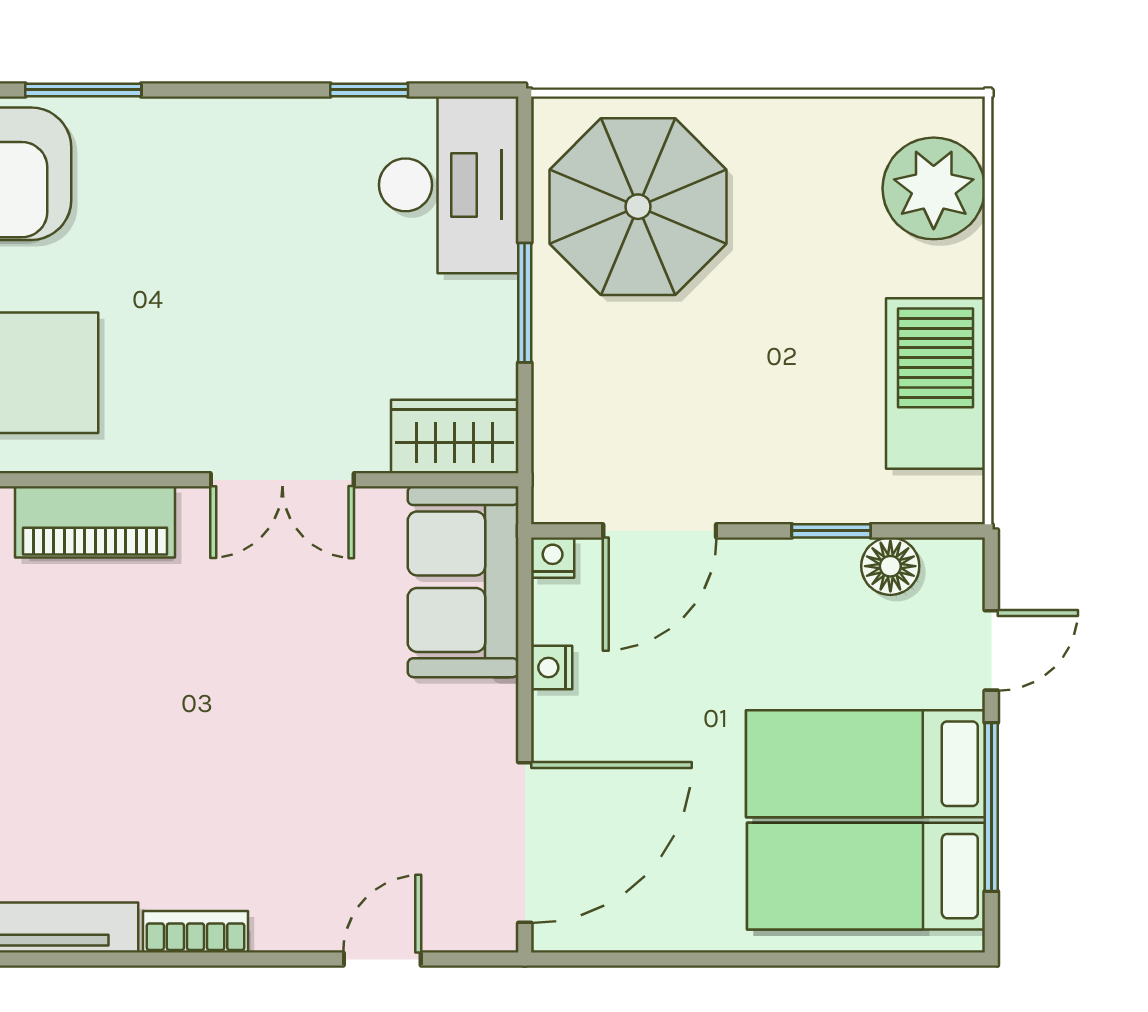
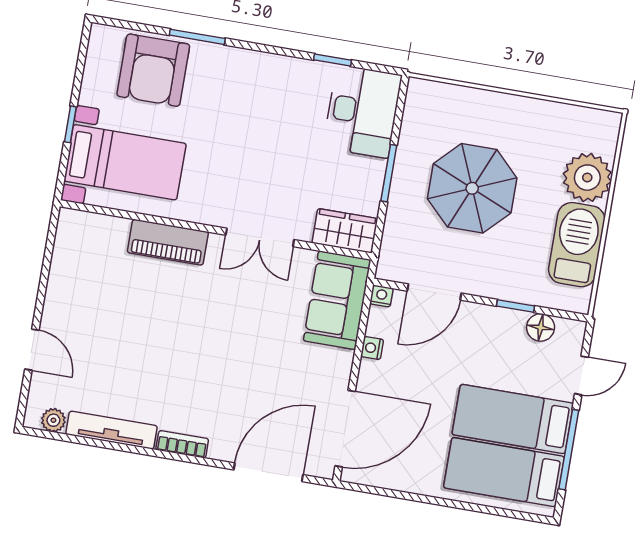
plant: (934, 188) -> (587, 178), moved
parasol: (638, 207) -> (472, 188), moved
door: (382, 959) -> (268, 472), width x1.88

